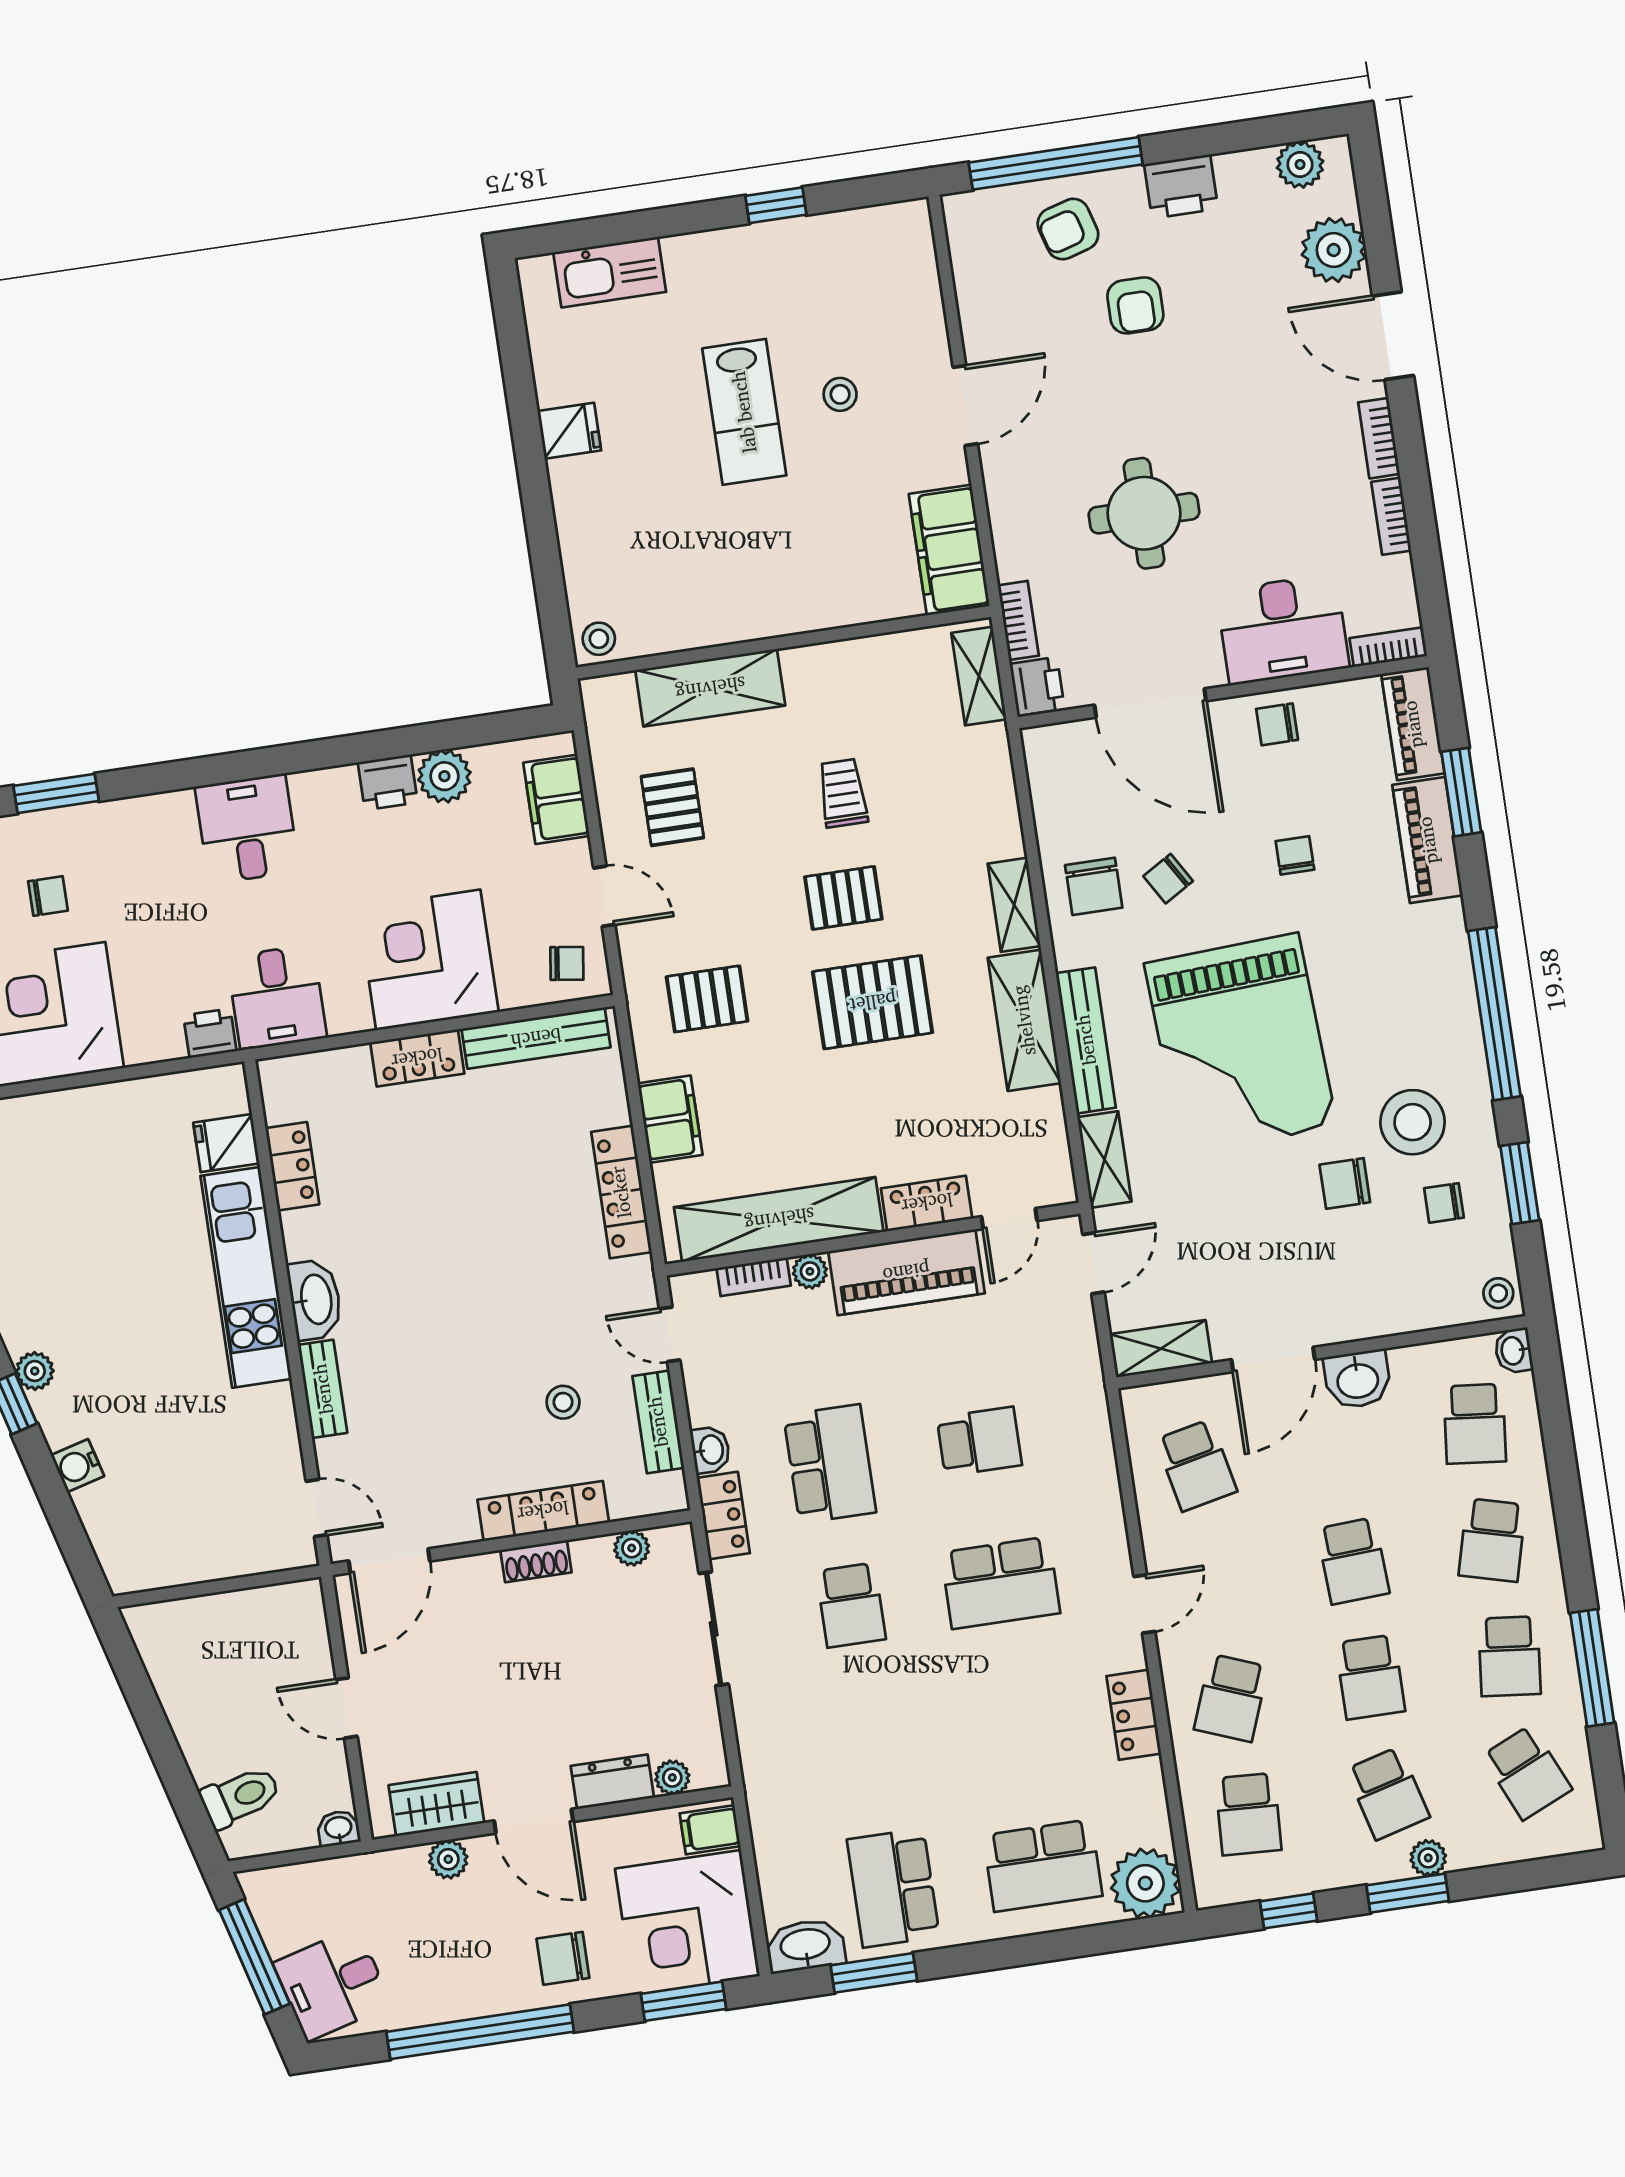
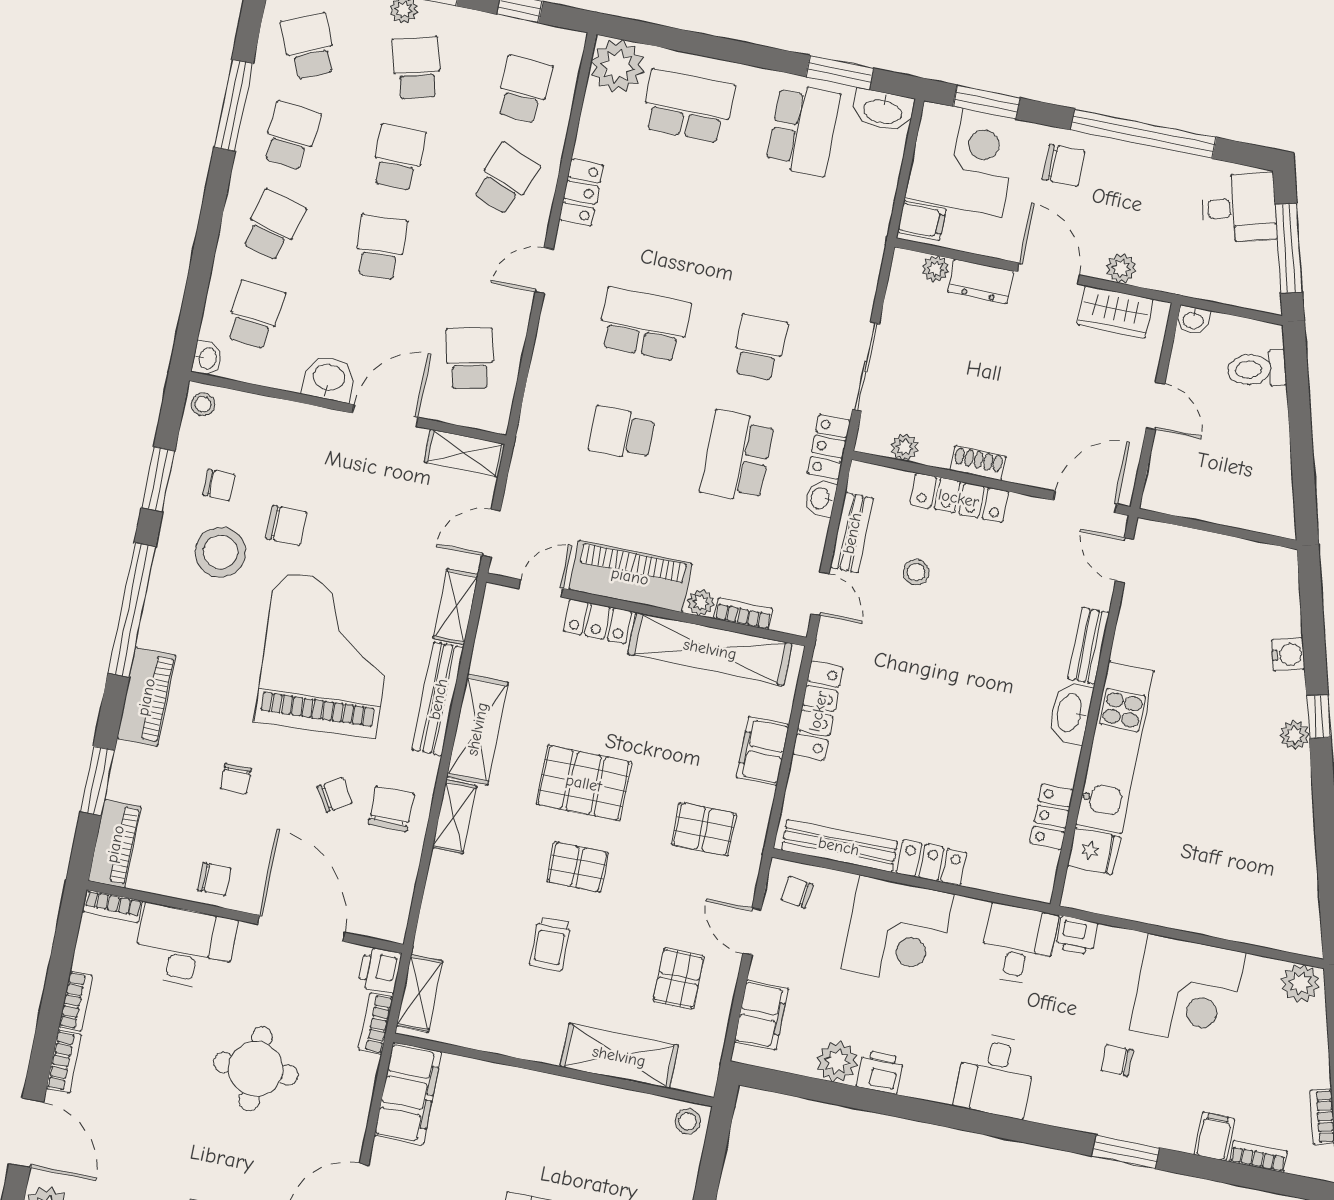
piano: (1428, 840) -> (146, 697), moved
chair: (48, 896) -> (1117, 1060), moved

